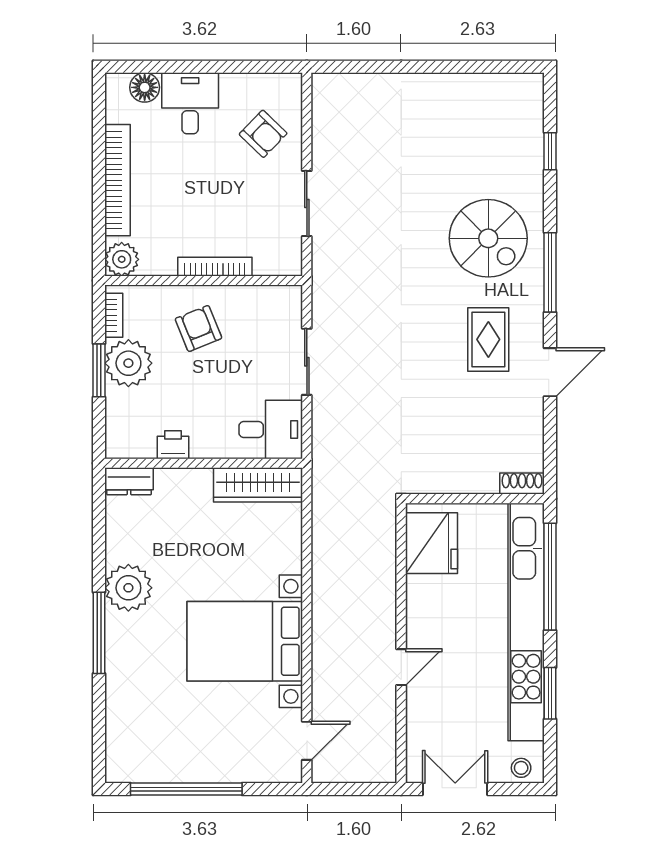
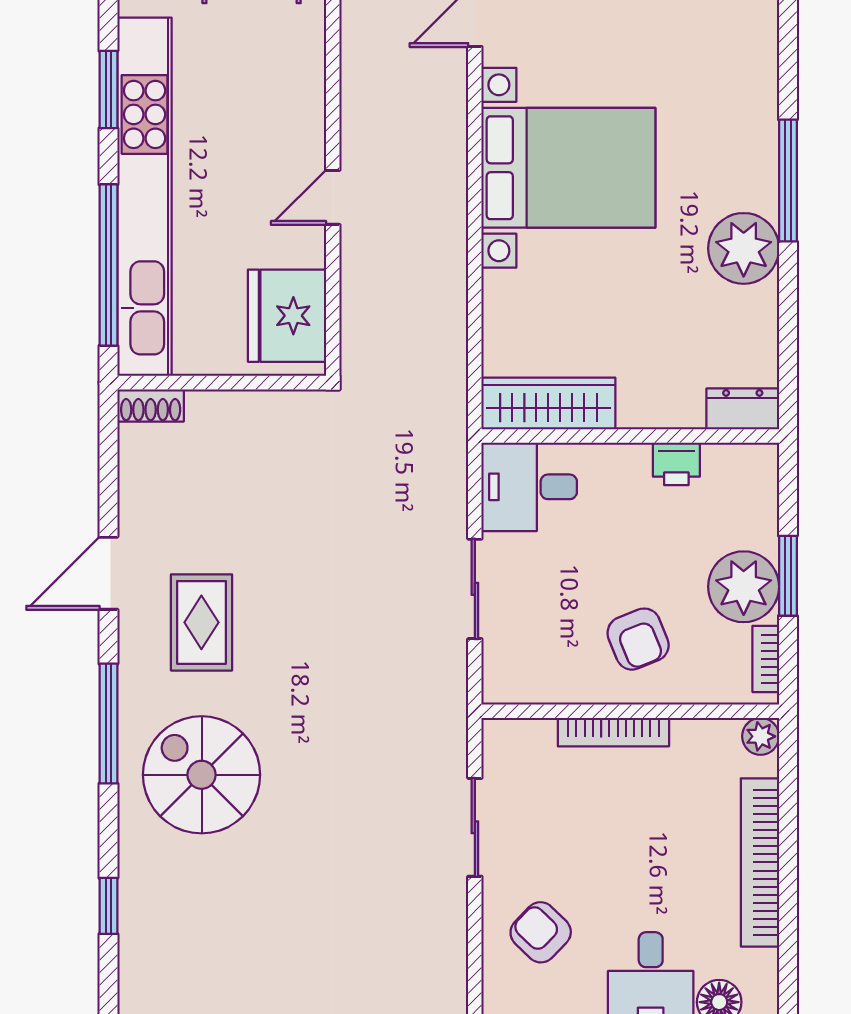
plant: (122, 259) -> (761, 736), width x0.73, depth x0.73
door: (401, 667) -> (333, 197), moved

